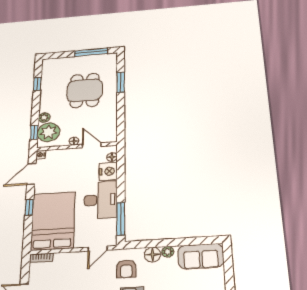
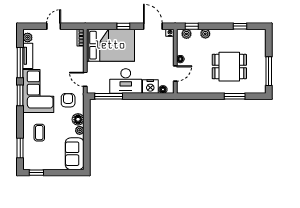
plant: (49, 132) -> (186, 34), width x0.53, depth x0.53
armchair: (126, 269) -> (68, 100), turned 90

